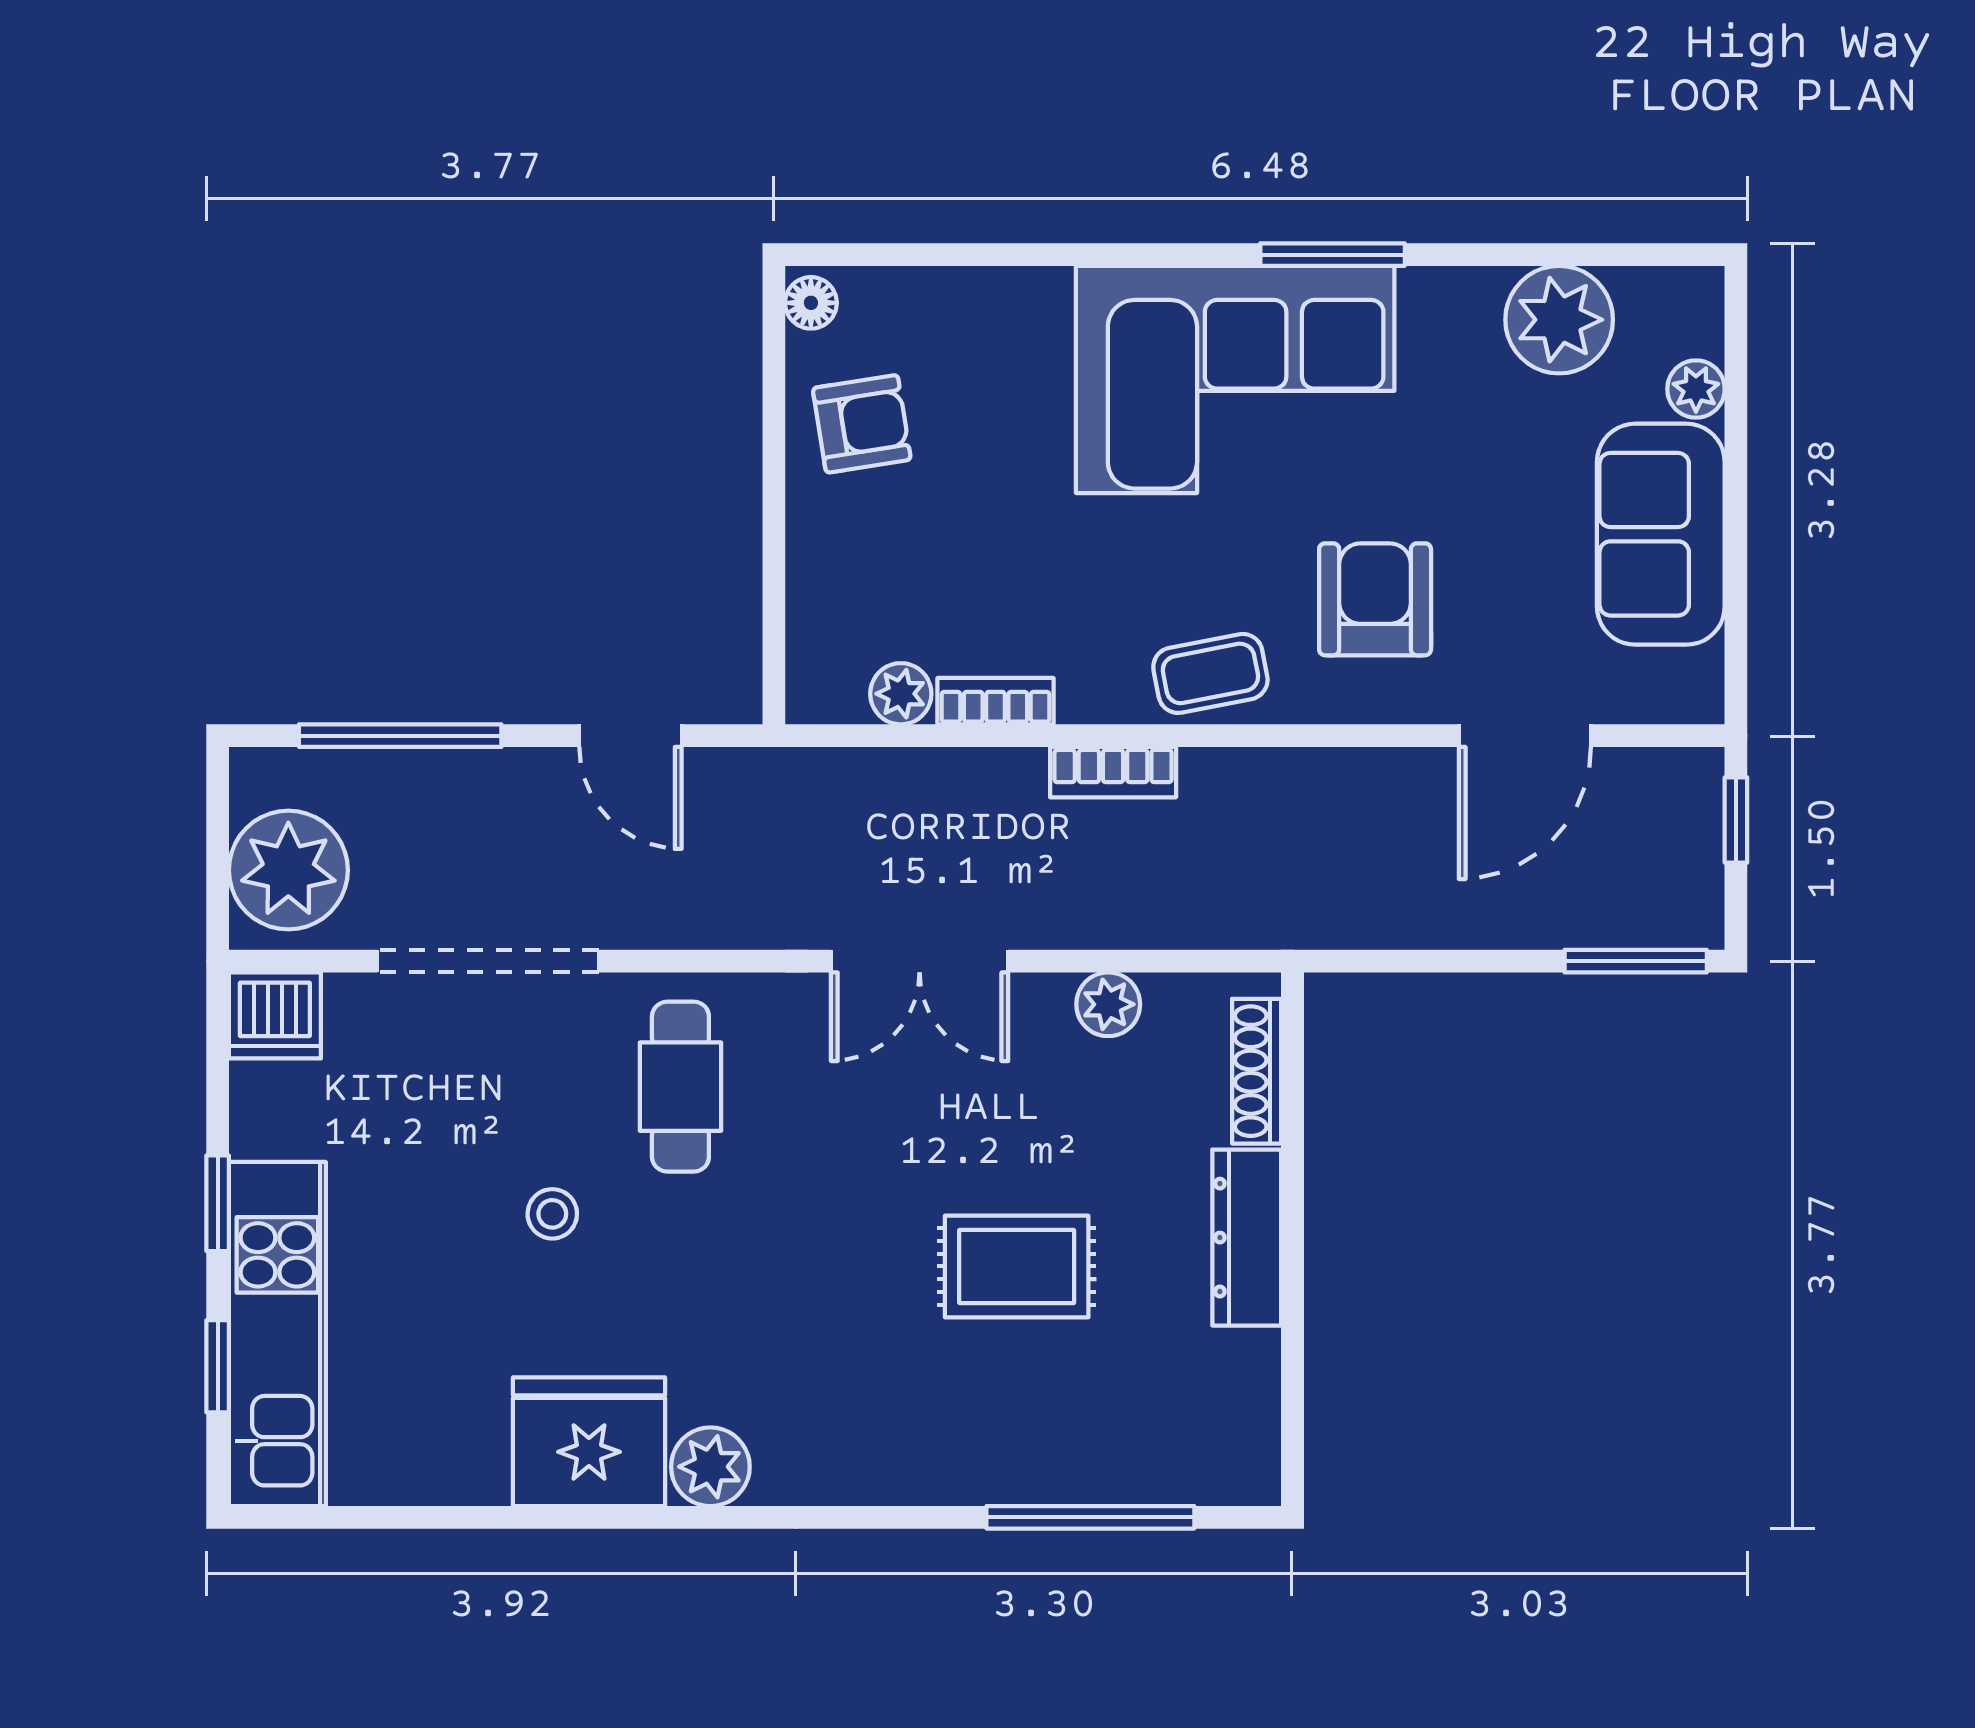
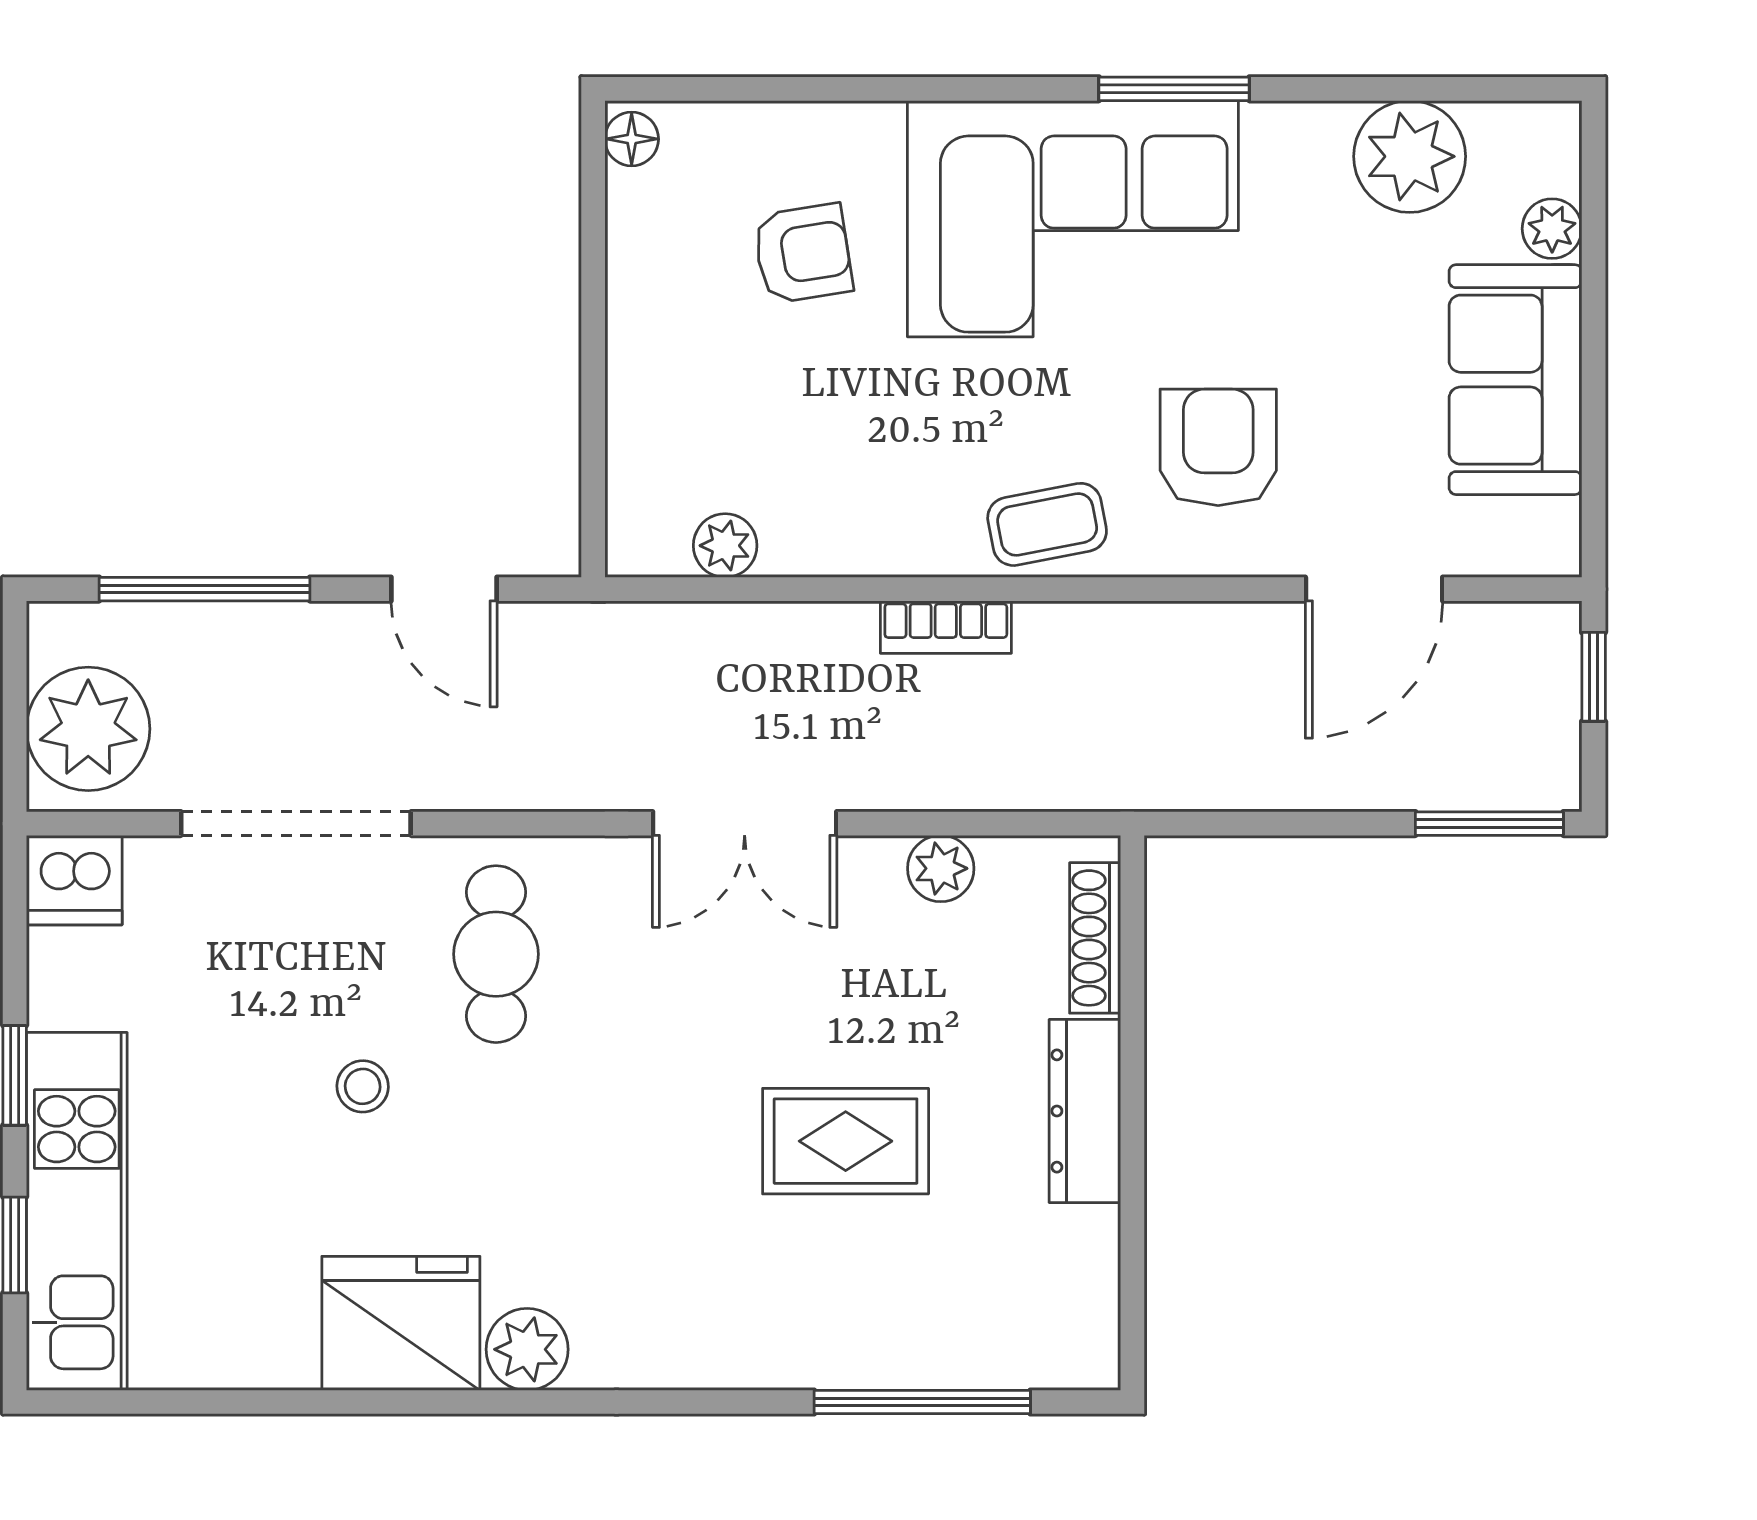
armchair: (862, 424) -> (803, 253), moved
bookcase: (996, 701) -> (824, 553), removed

